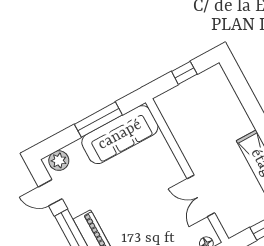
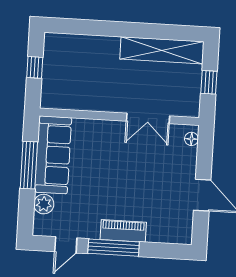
plant: (59, 161) -> (44, 204), moved

